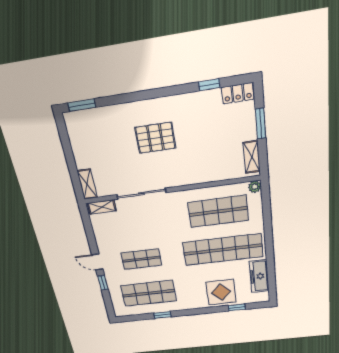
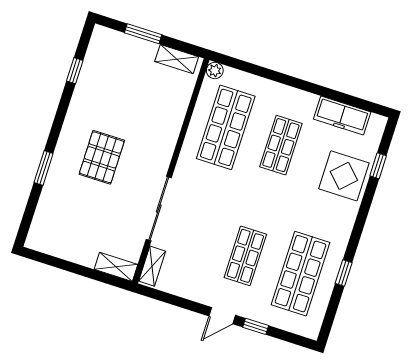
locker: (238, 93) -> (98, 45), removed
window: (82, 105) -> (44, 168), moved
shop shelf: (223, 250) -> (281, 145), width x0.50, depth x0.74

